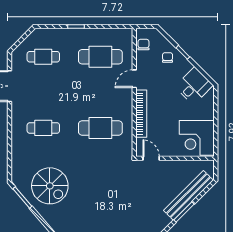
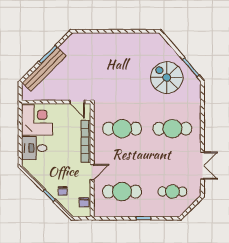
desk: (194, 86) -> (34, 148), moved, turned 45
cafe table: (43, 128) -> (172, 129), width x1.37, depth x1.35

